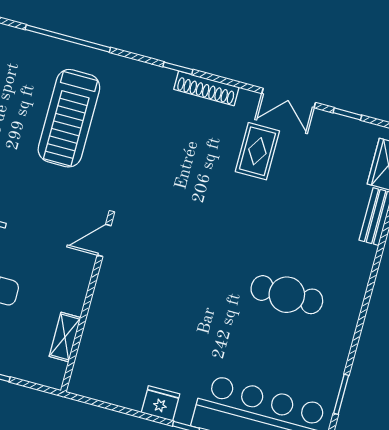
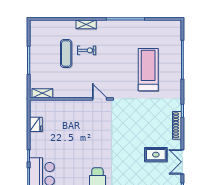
treadmill: (69, 118) -> (148, 70), turned 90
shelving: (65, 337) -> (42, 93), moved
fridge: (161, 403) -> (36, 124), moved

